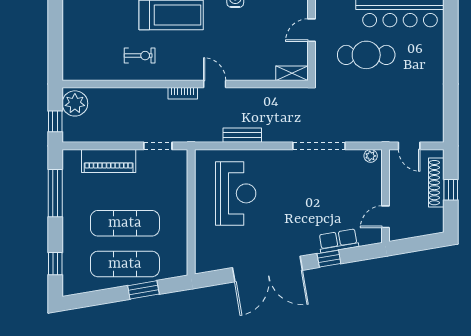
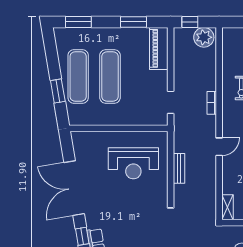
bookcase: (183, 93) -> (212, 103), moved
piano: (109, 161) -> (159, 48), moved
window: (55, 193) -> (134, 22), width x0.69
window: (55, 264) -> (78, 22), width x1.50

